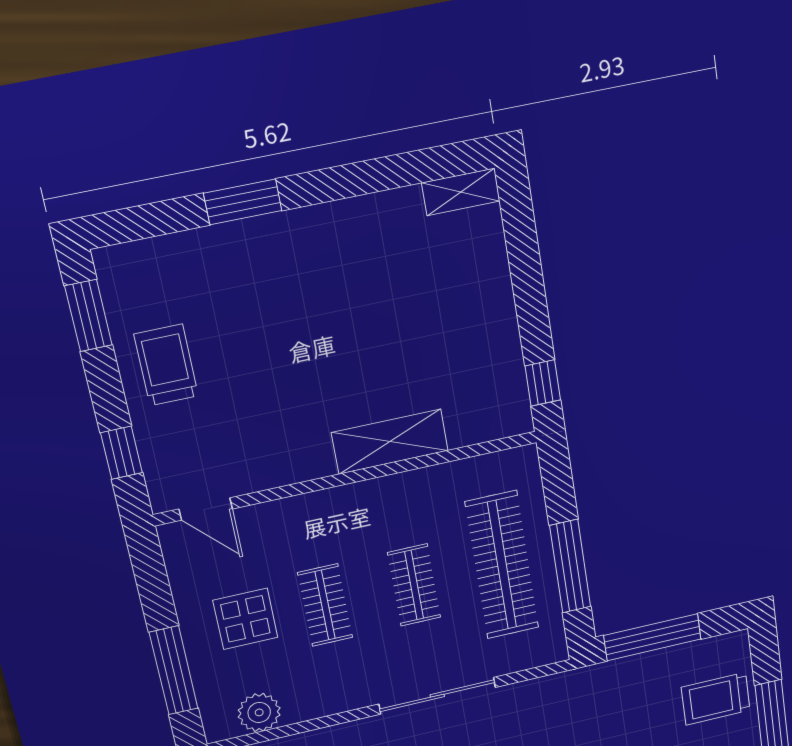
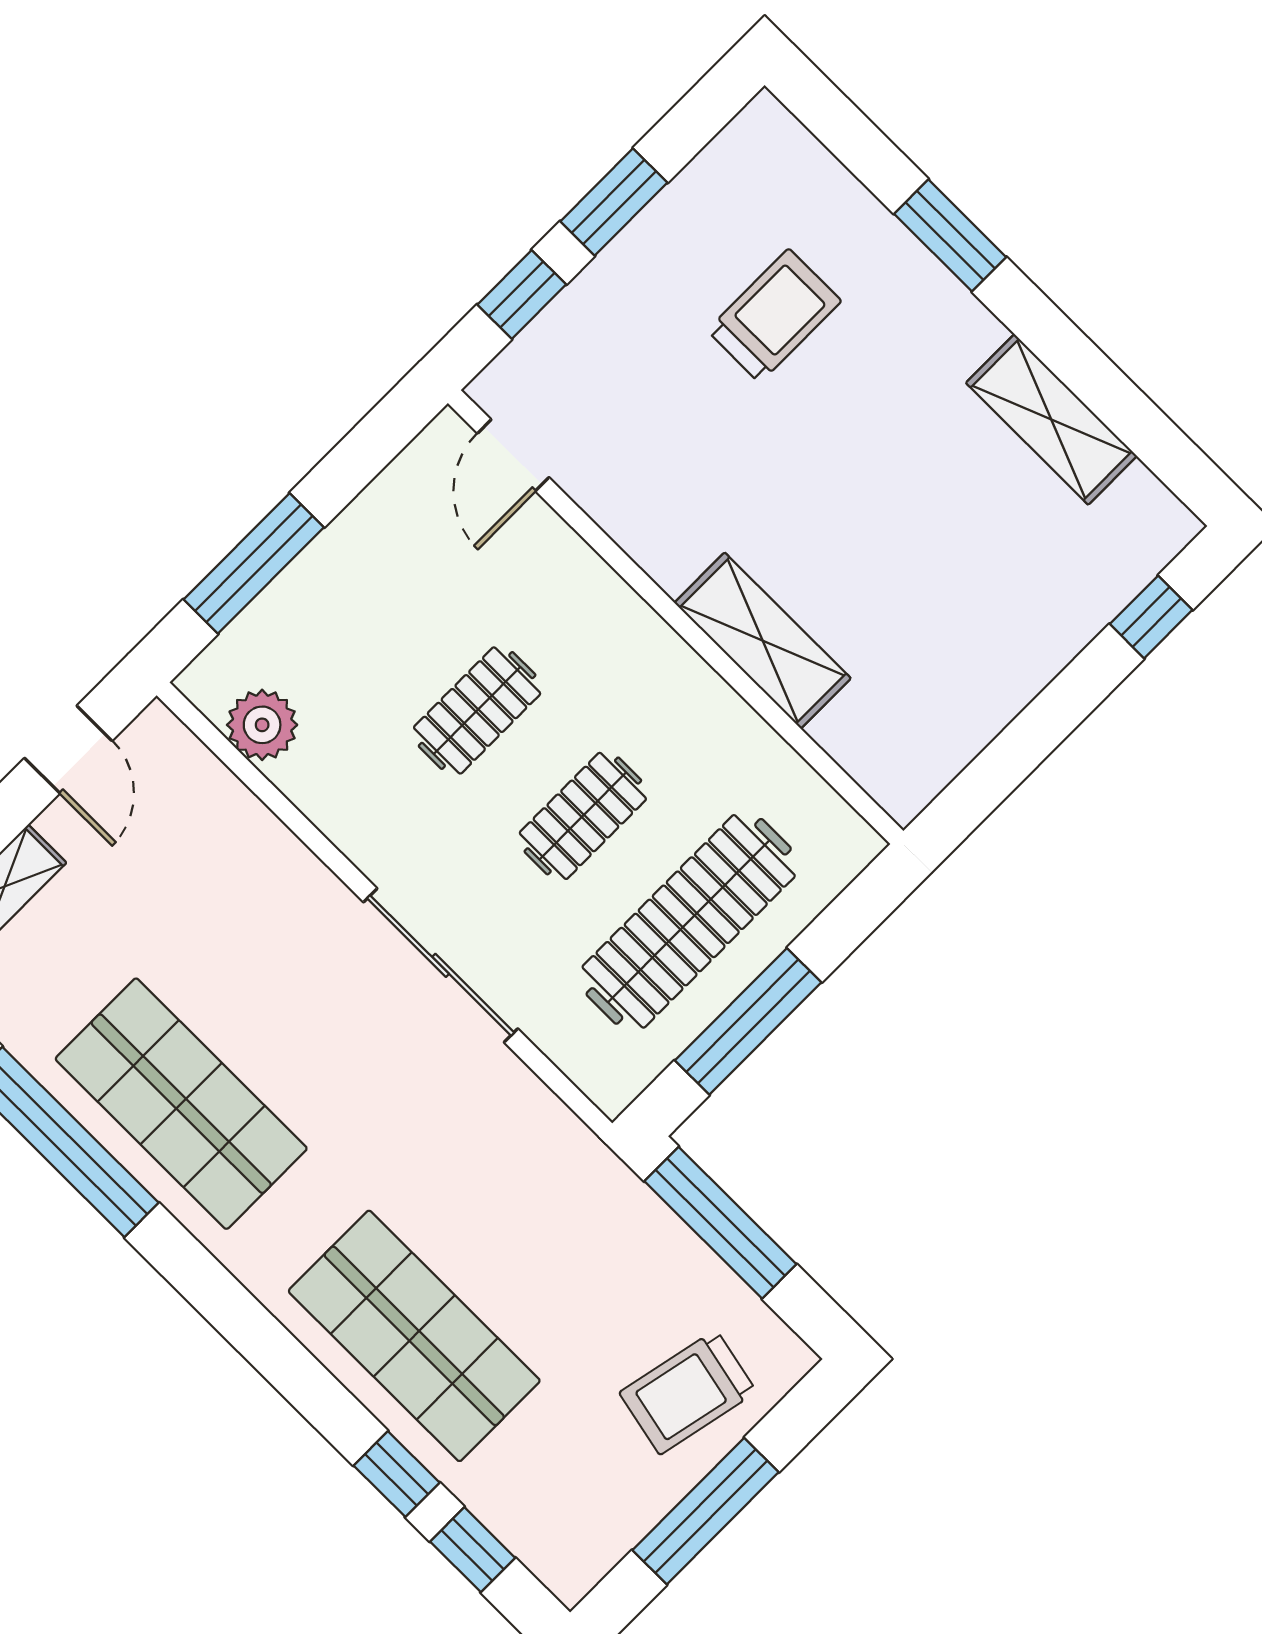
shelving: (461, 192) -> (1051, 419), moved, width x1.50, depth x1.33
window: (88, 316) -> (614, 202), moved
trolley: (166, 365) -> (774, 316), moved
window: (543, 383) -> (1151, 617), moved
display table: (245, 619) -> (390, 613), removed
trolley: (716, 699) -> (688, 1392), turned -78

